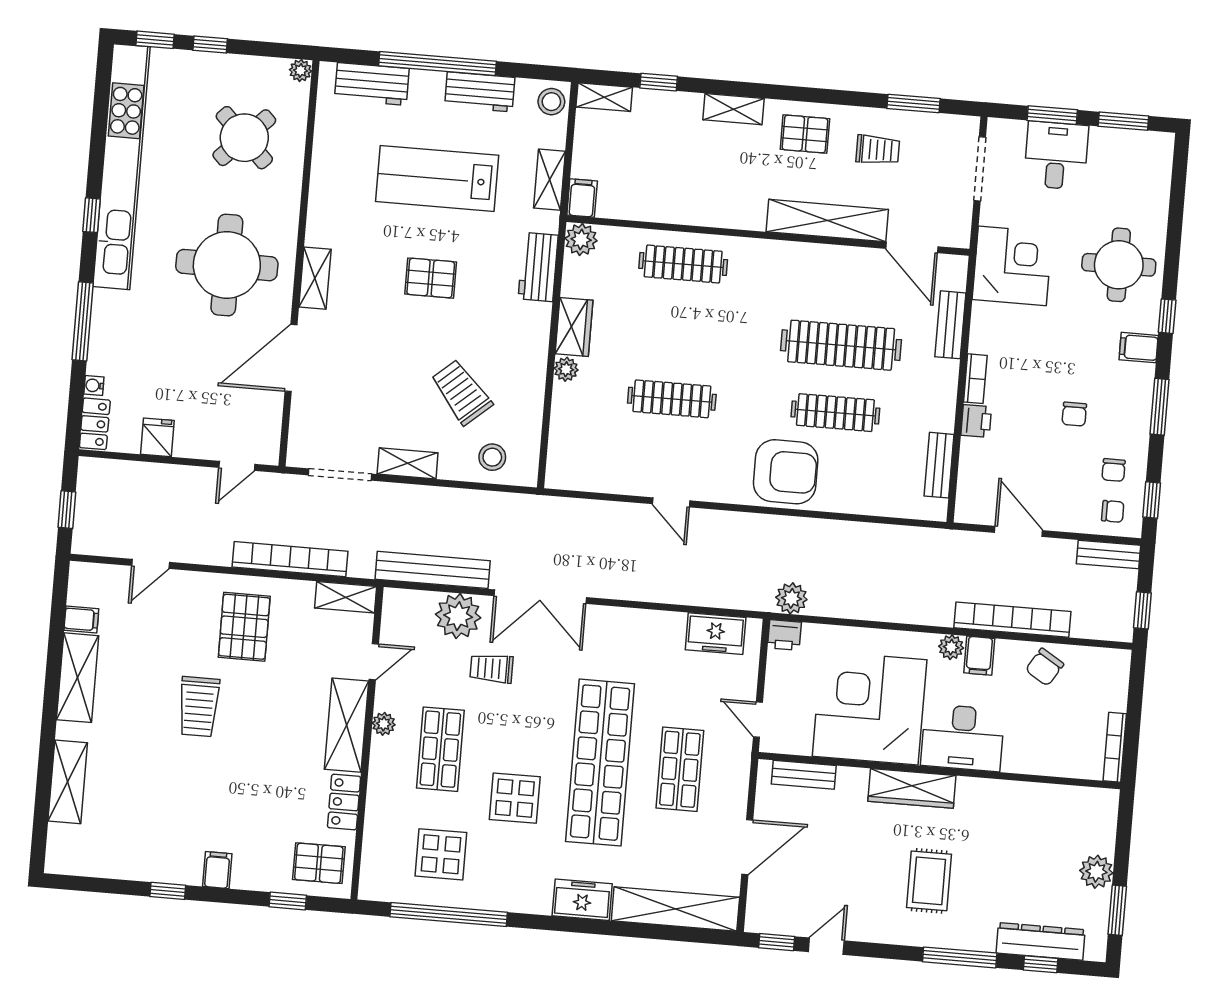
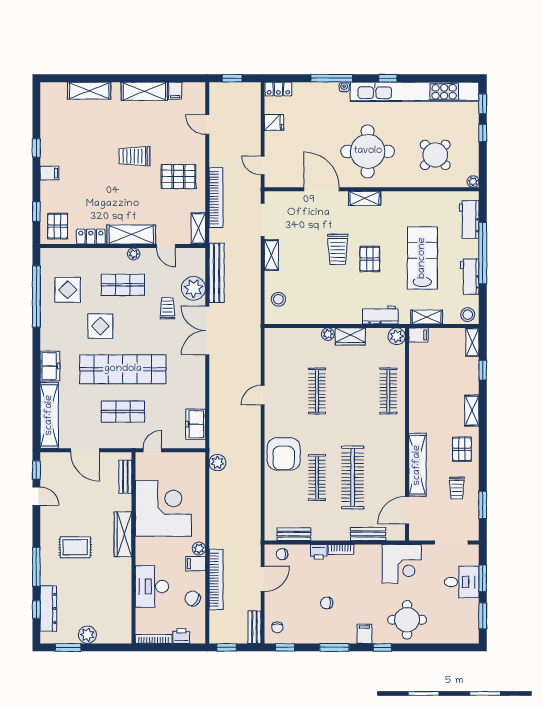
water cooler: (94, 385) -> (344, 87), moved
trolley: (461, 392) -> (338, 249), moved, turned 131
chair: (1114, 470) -> (282, 554), moved
printer: (784, 635) -> (181, 636), moved, turned 90
desk: (963, 738) -> (152, 586), moved

